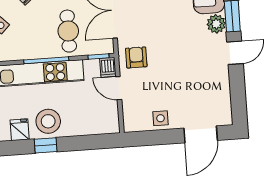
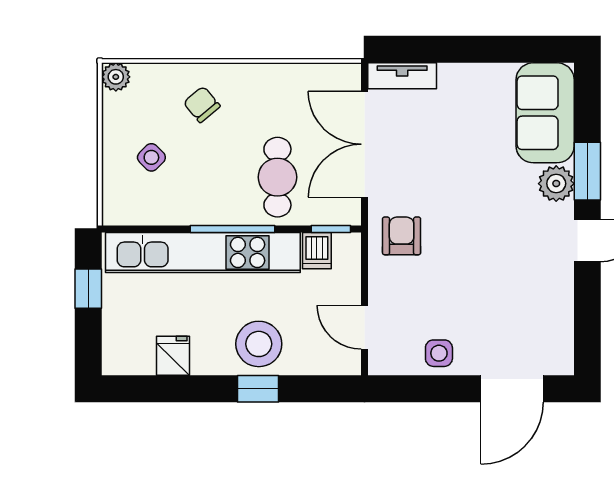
dishwasher: (108, 67) -> (317, 251), moved
door: (119, 88) -> (364, 327), moved
stool: (48, 121) -> (259, 344), moved
window: (46, 145) -> (258, 389), moved

